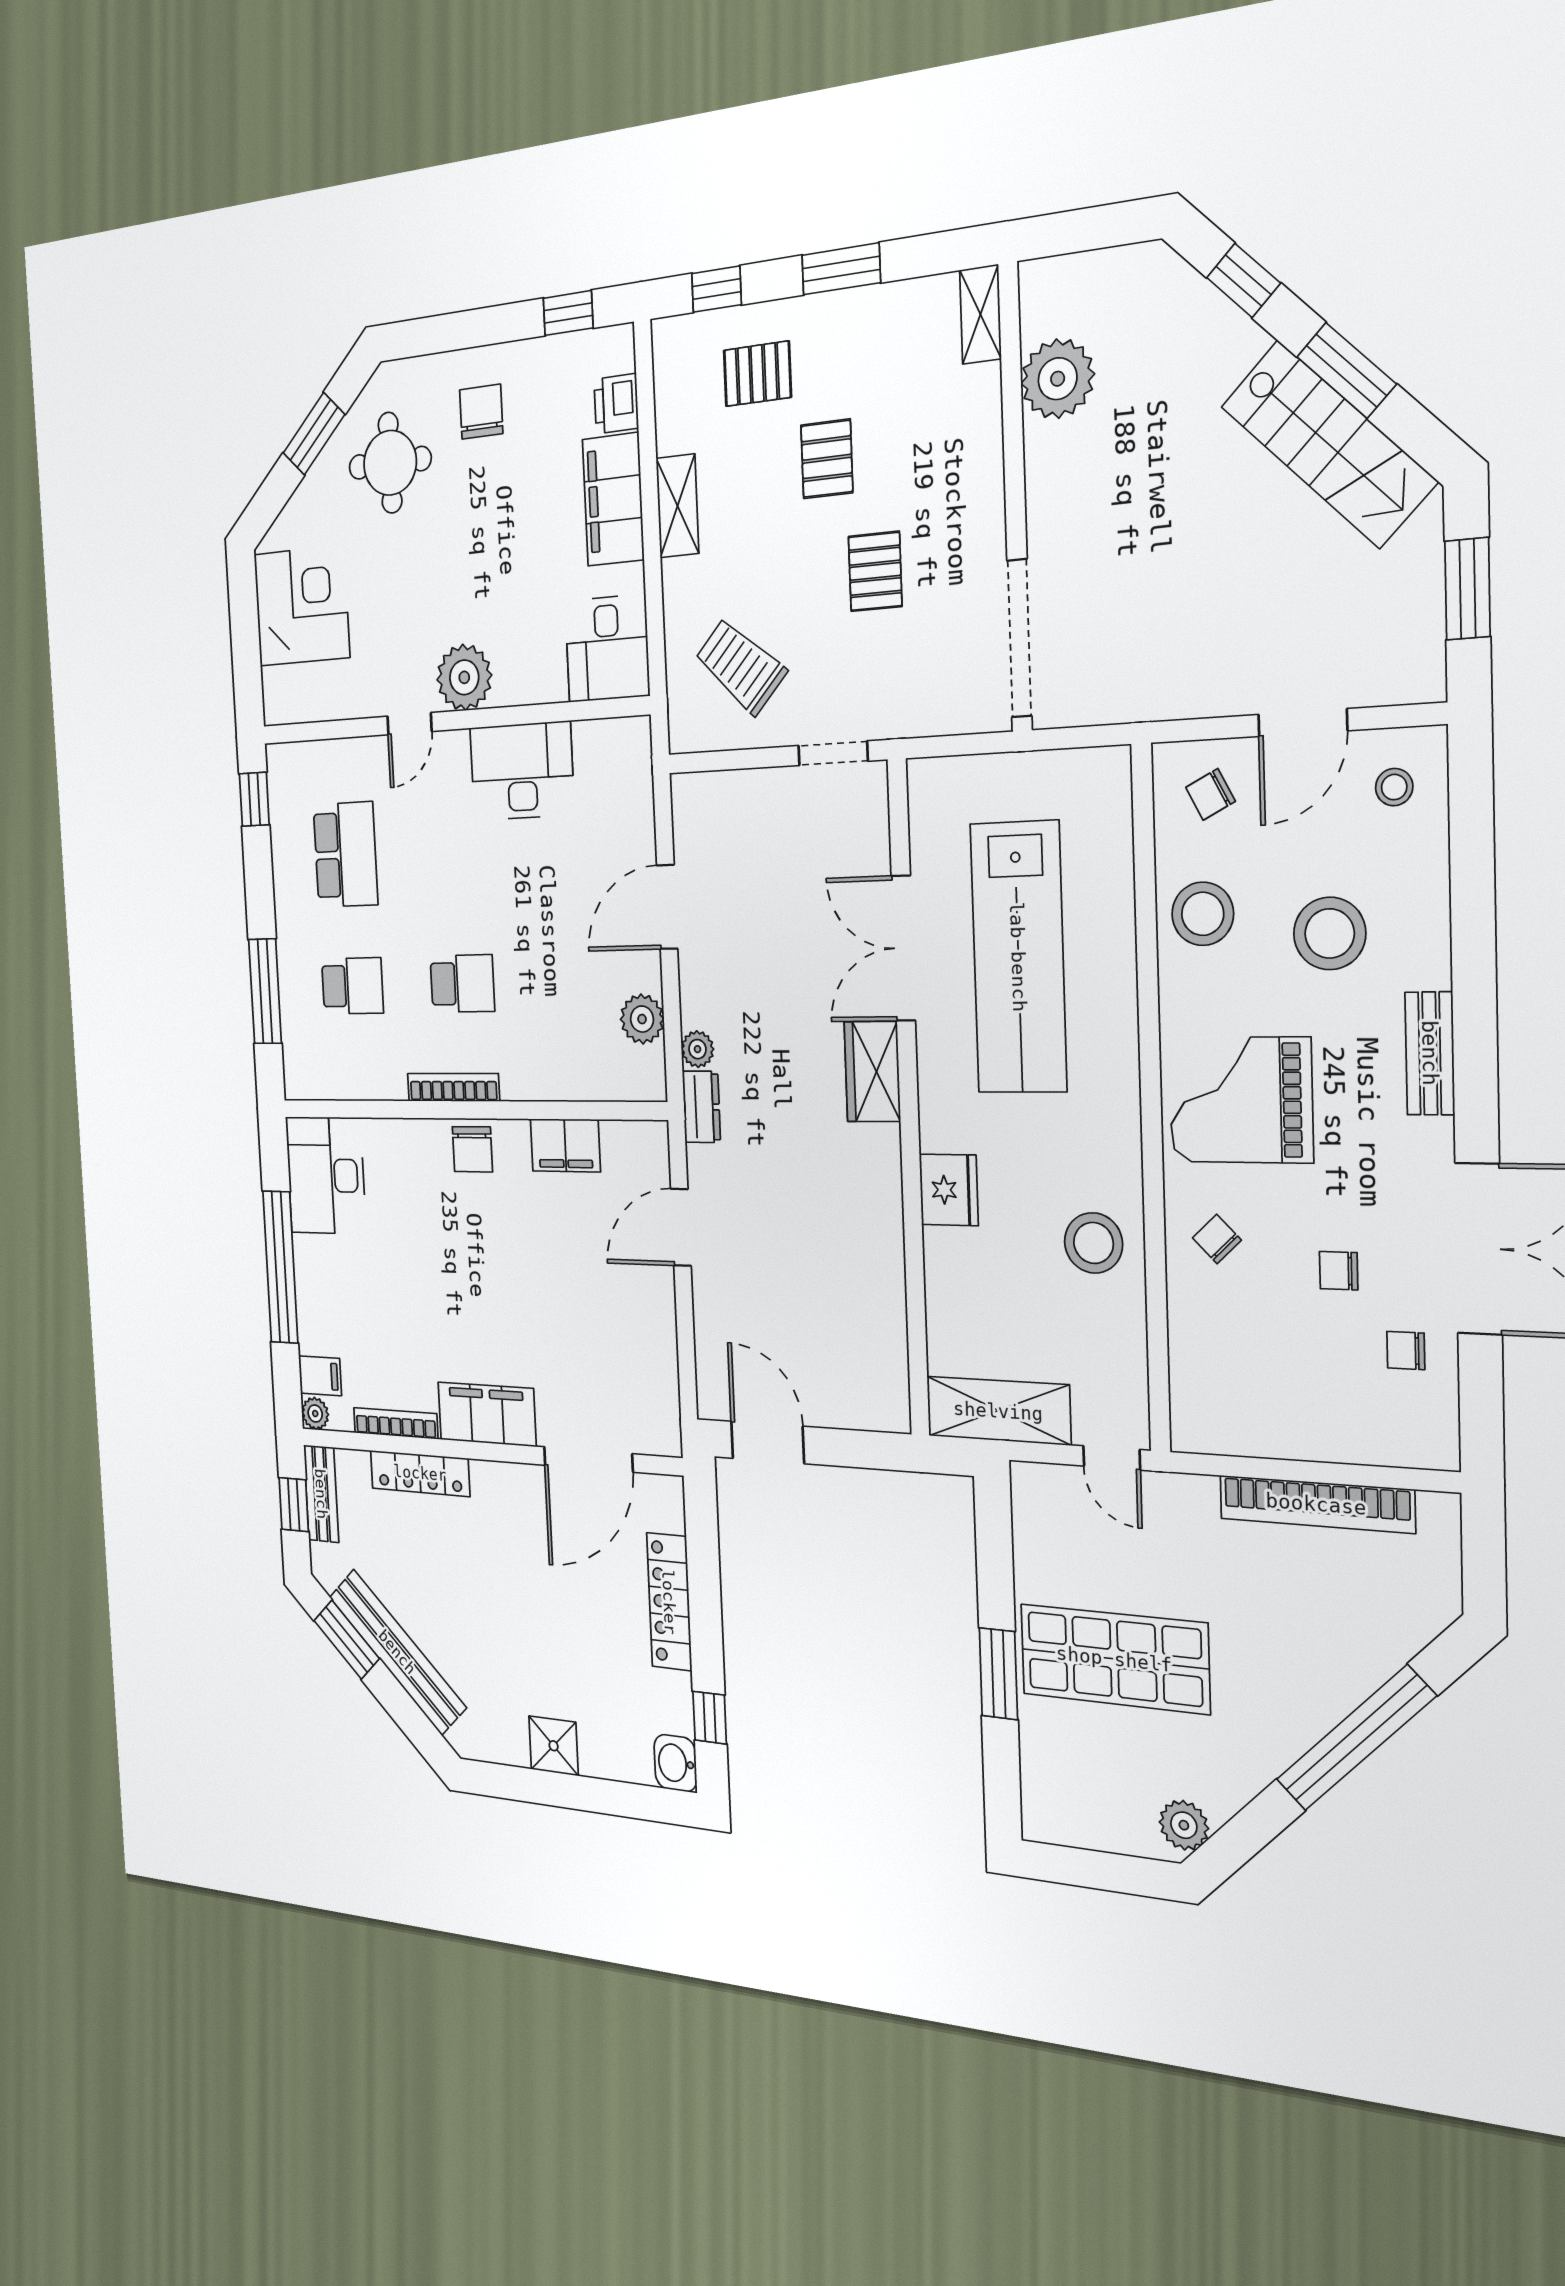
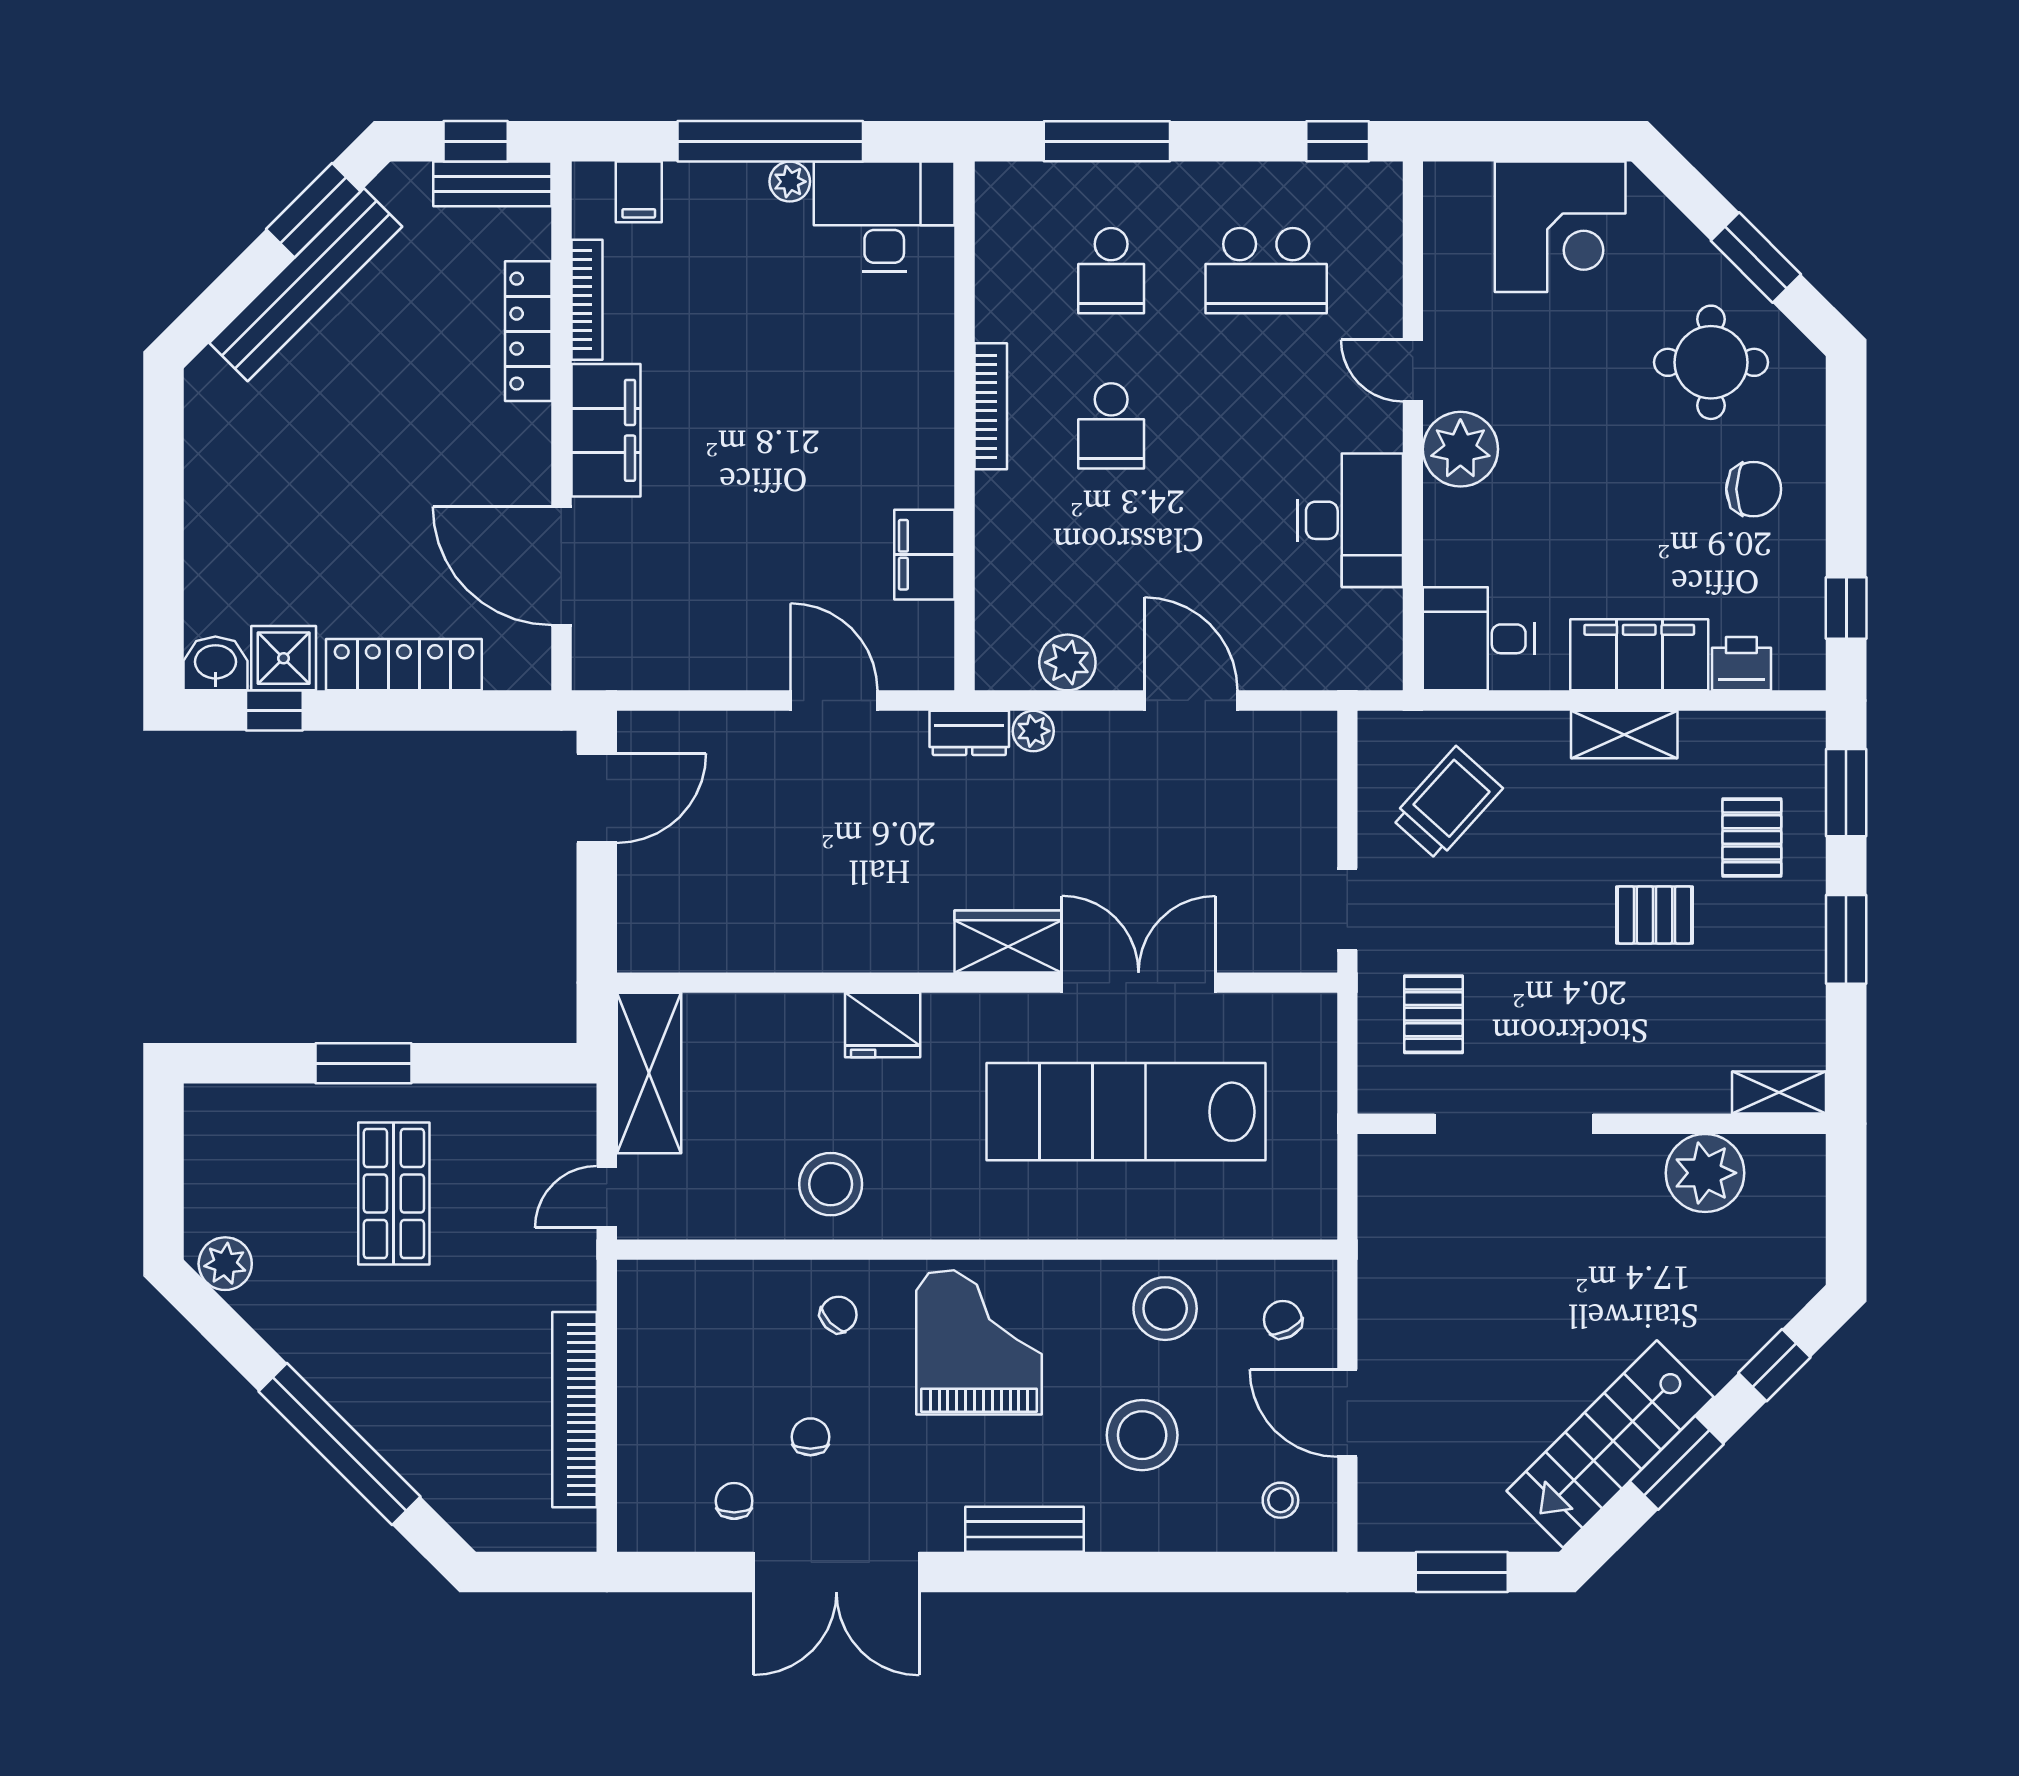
window: (716, 289) -> (1846, 793), width x1.50
pallet: (875, 571) -> (1433, 1014), moved, turned 90
doorway: (1019, 638) -> (1514, 1124), moved
chair: (472, 1149) -> (918, 428), removed
plant: (315, 1414) -> (790, 182), moved
shop shelf: (1114, 1659) -> (394, 1193), width x0.70, depth x0.74
shower: (554, 1746) -> (284, 658), moved

